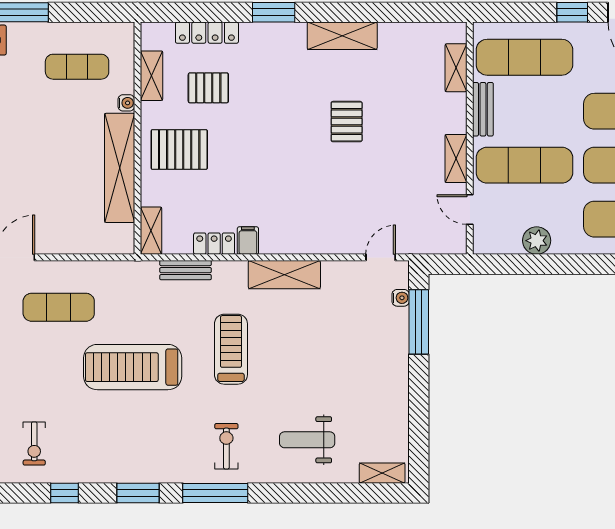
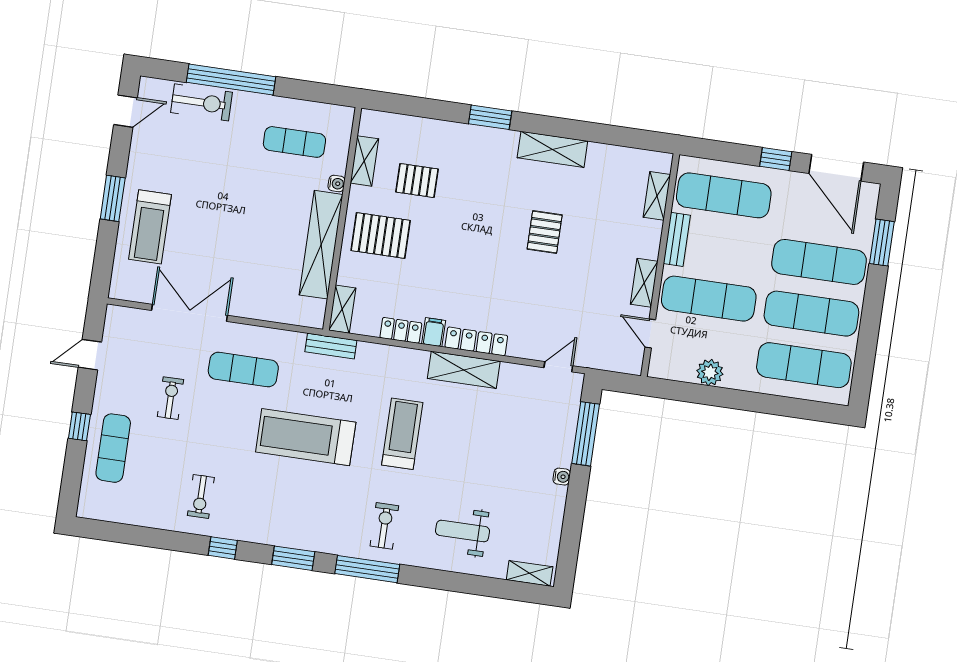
locker: (207, 33) -> (476, 341), moved, turned 180
bench: (186, 270) -> (331, 346), moved
water cooler: (401, 298) -> (562, 477), moved

